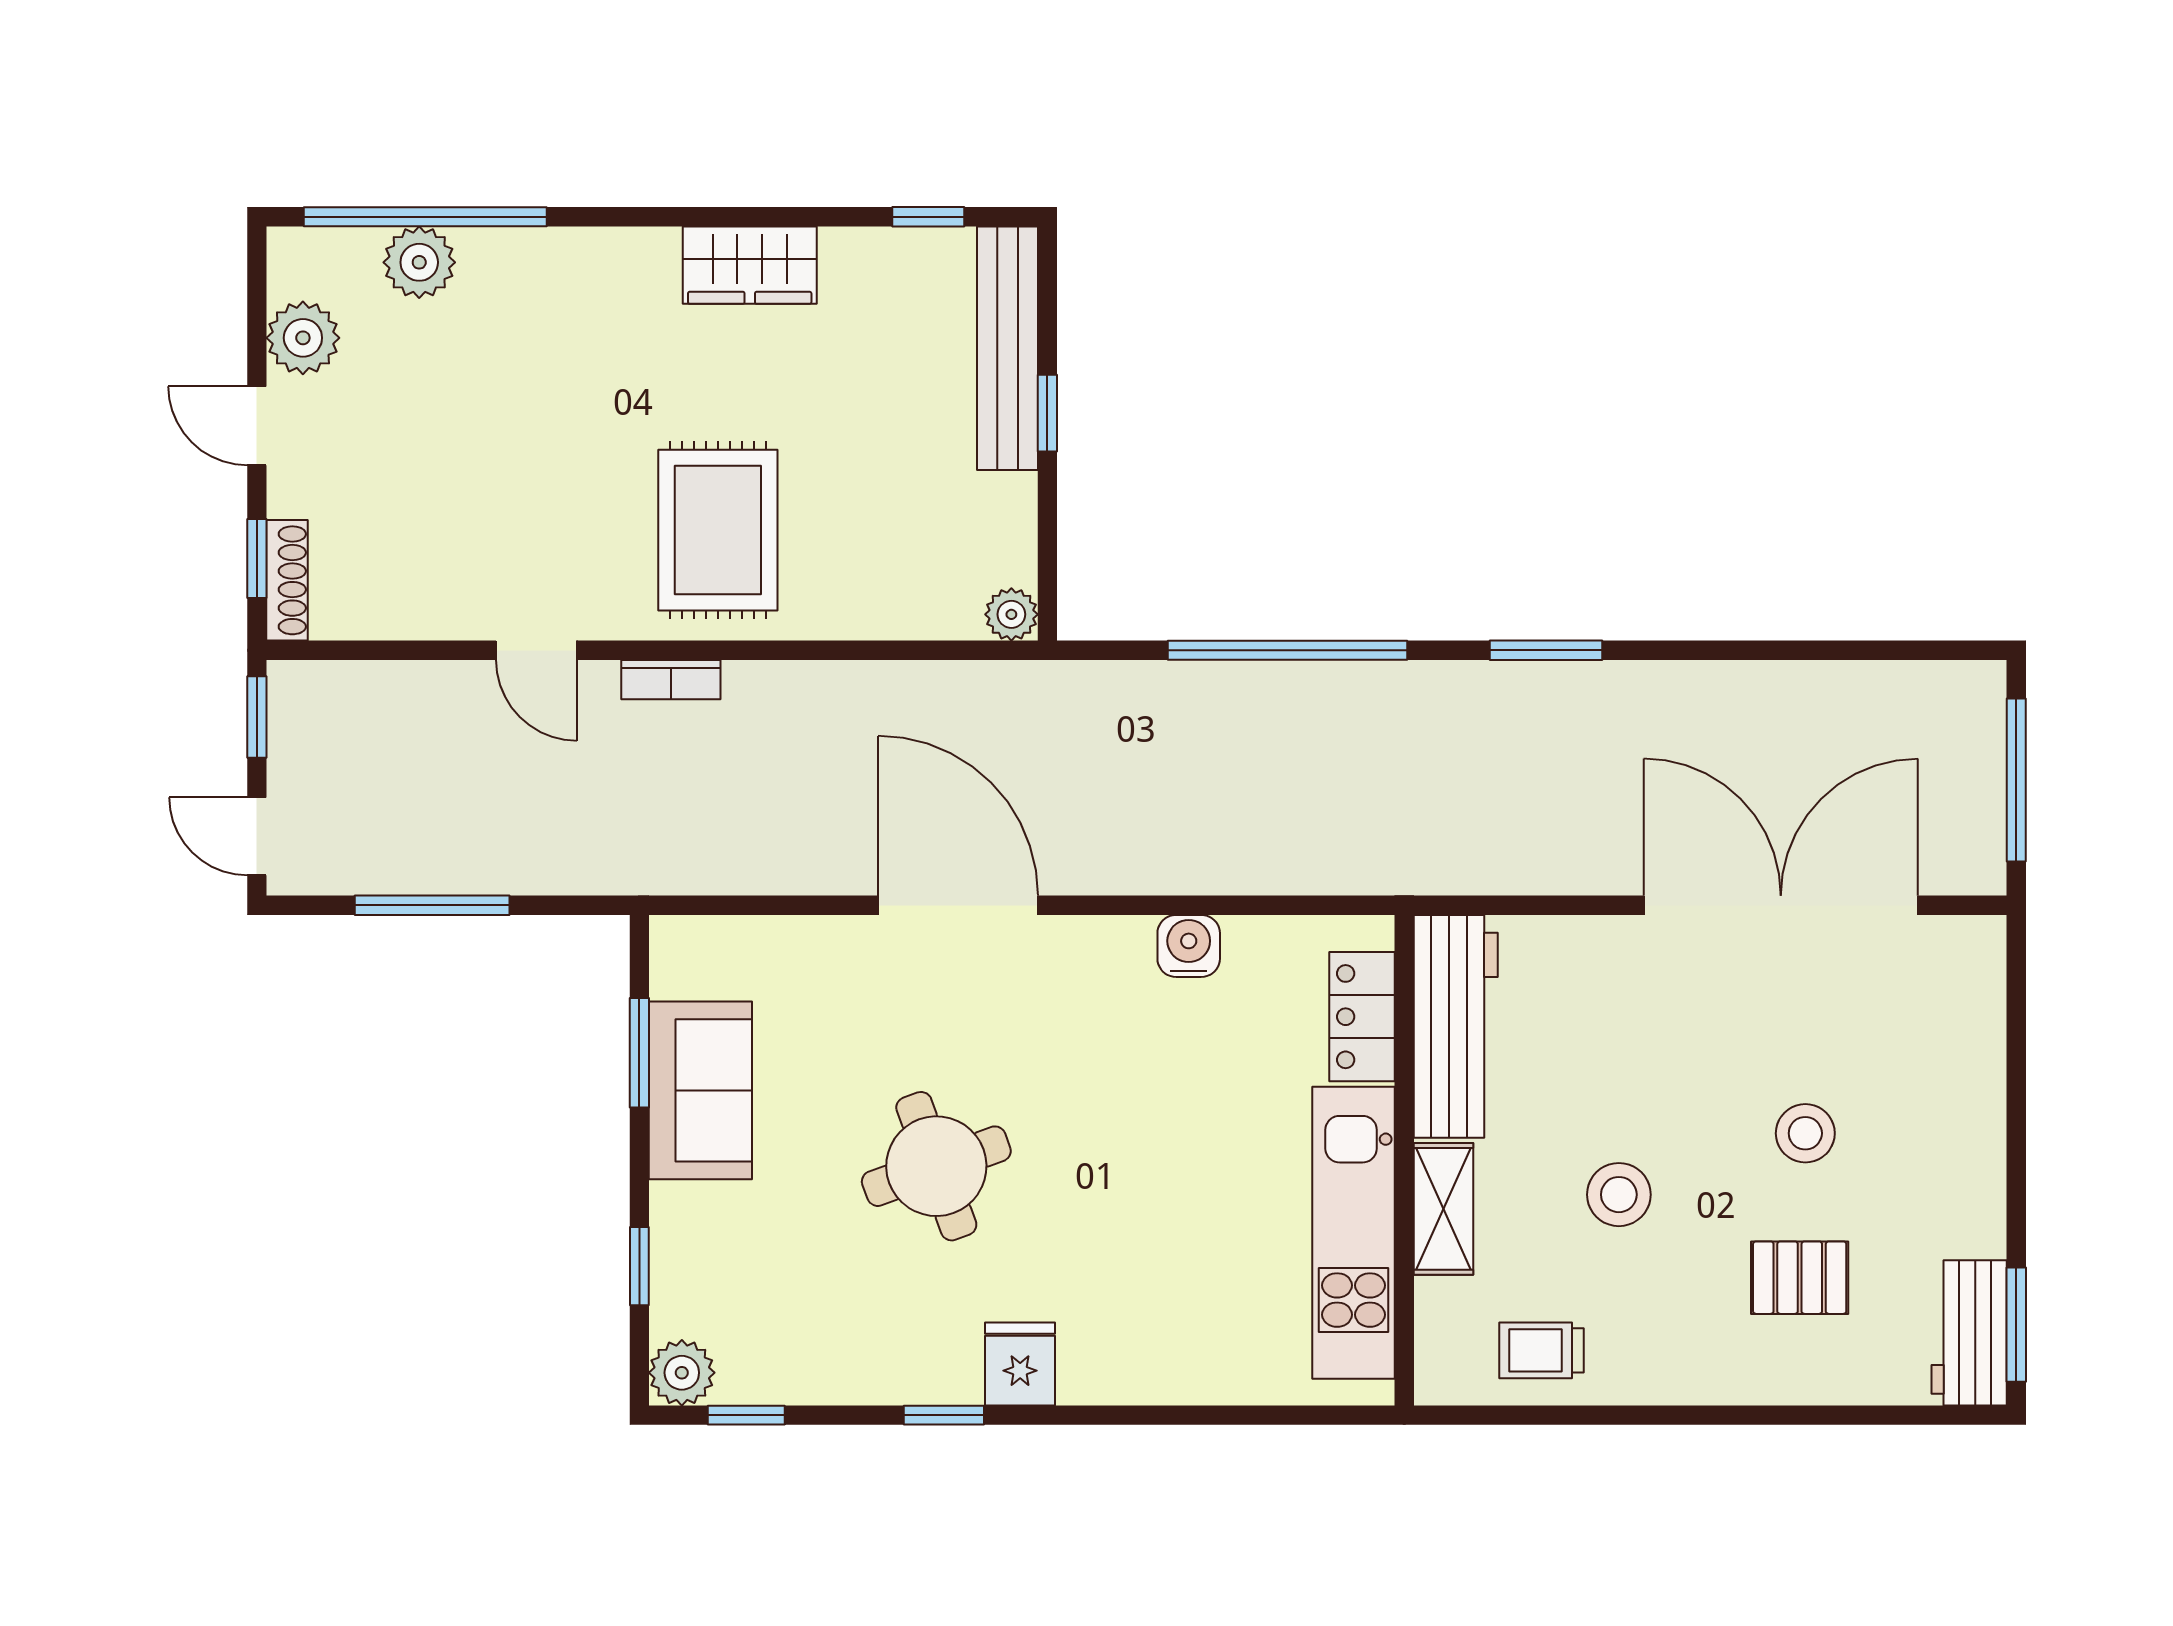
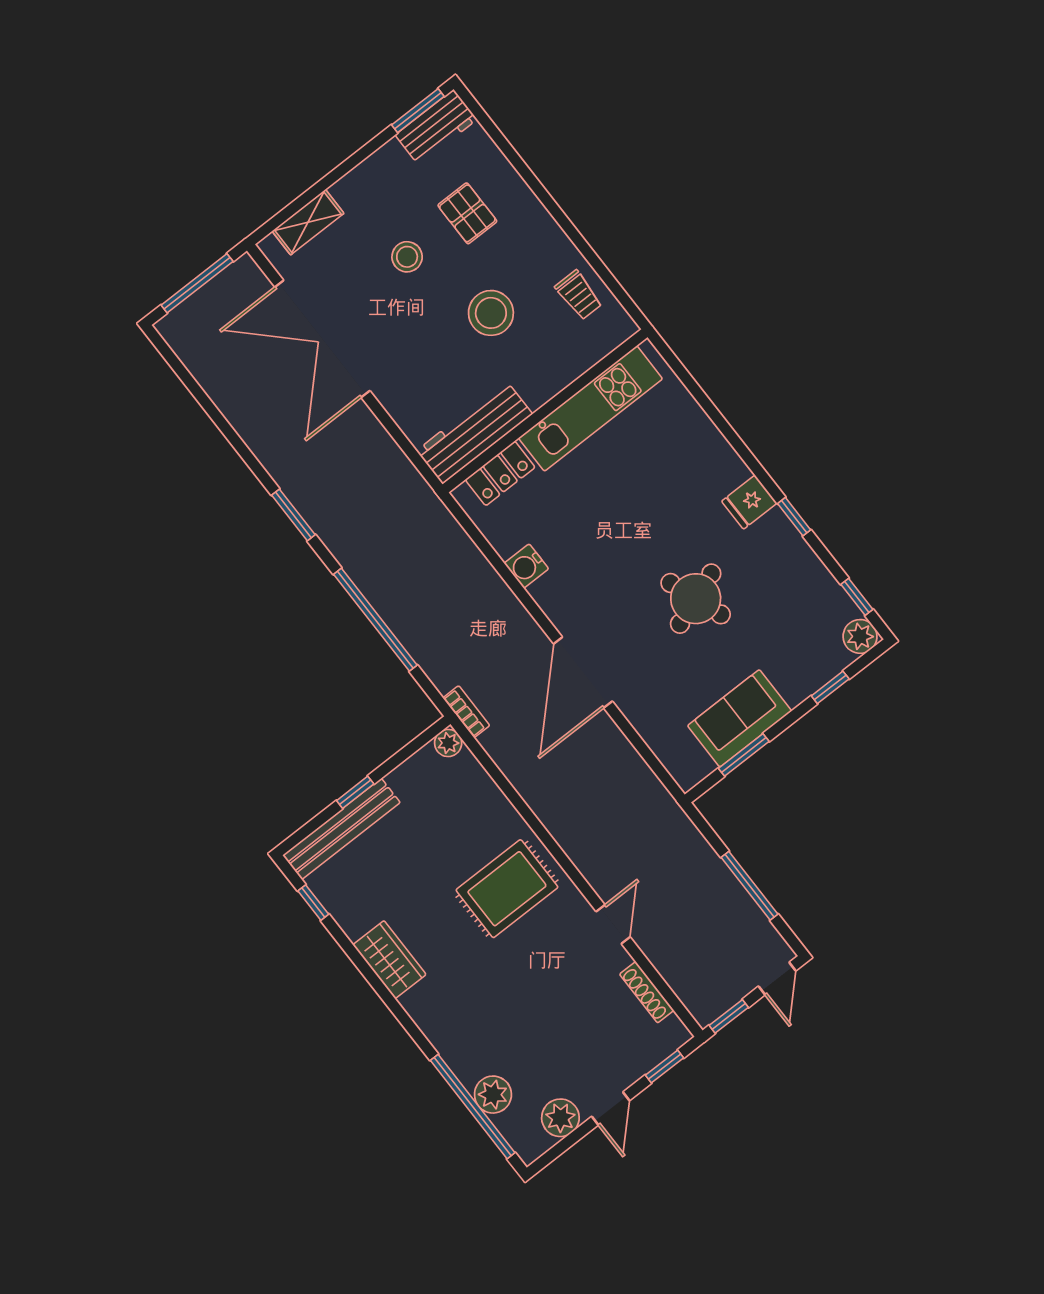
shoe rack: (287, 580) -> (647, 992), moved, turned -90
bookcase: (671, 680) -> (466, 712), moved
stool: (1619, 1195) -> (491, 313), width x1.38, depth x1.38
shelving: (1444, 1209) -> (308, 222), moved

